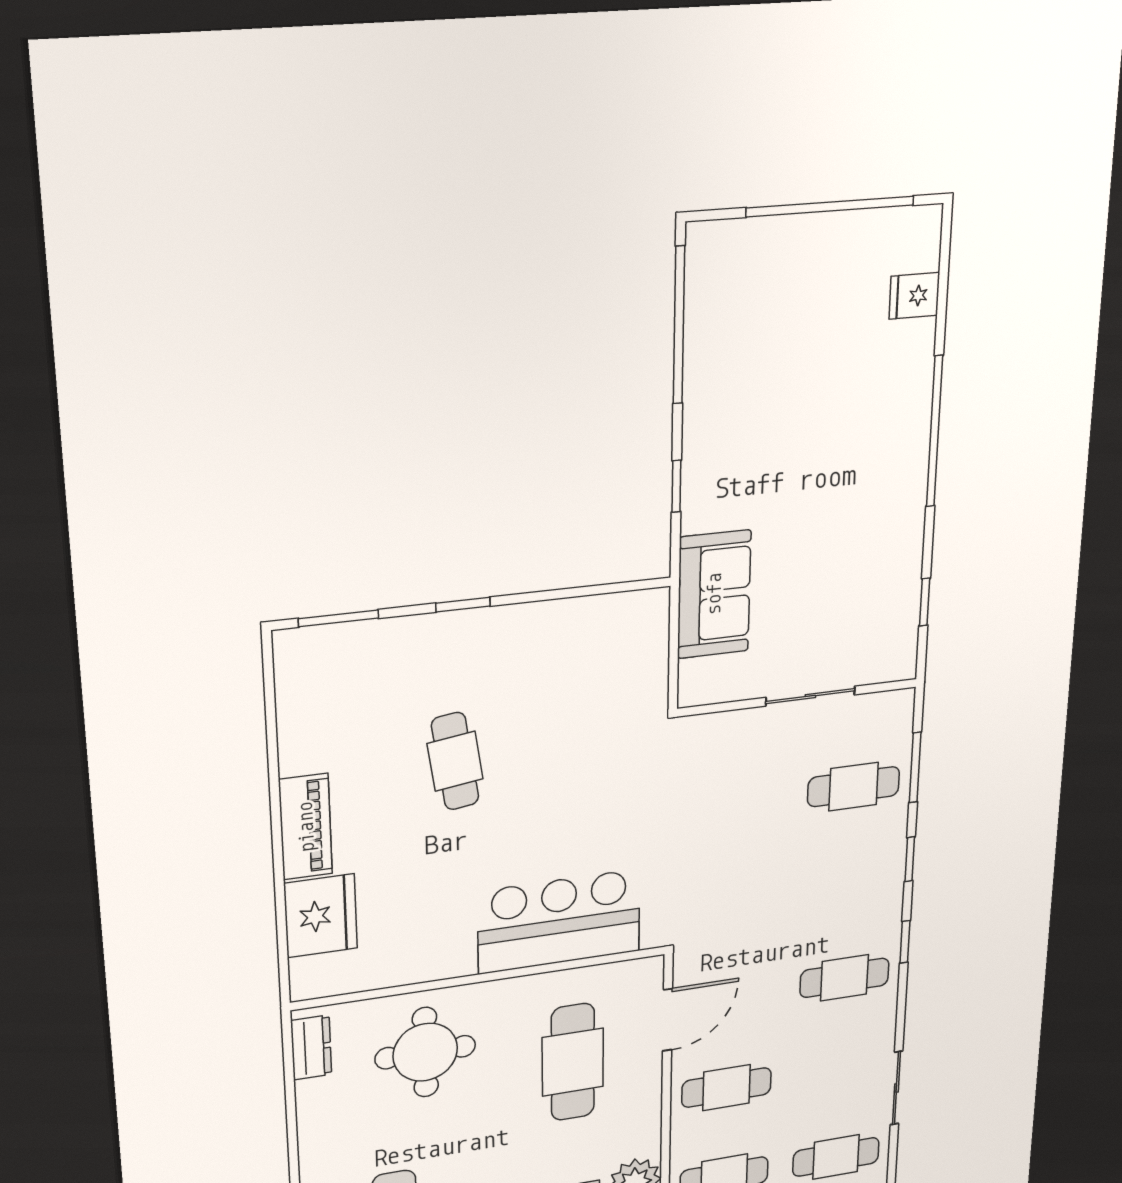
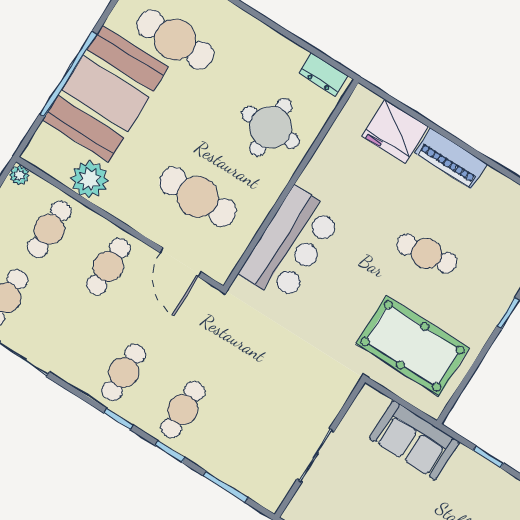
pool table: (590, 688) -> (413, 346), added
cafe table: (854, 787) -> (183, 410), moved

